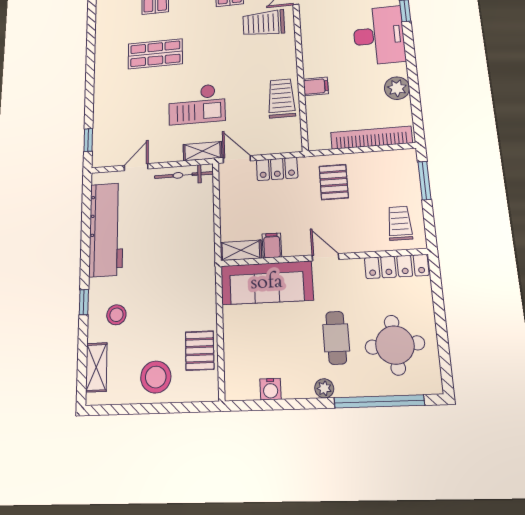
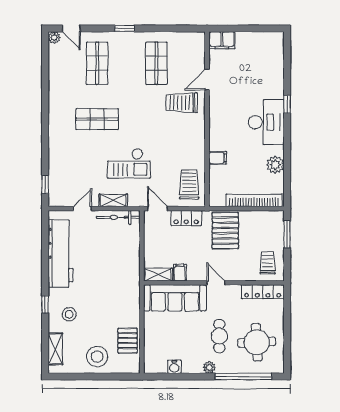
trolley: (281, 98) -> (189, 184), moved
shelving: (202, 151) -> (113, 200), moved
pallet: (334, 182) -> (225, 231), width x1.50, depth x1.42

